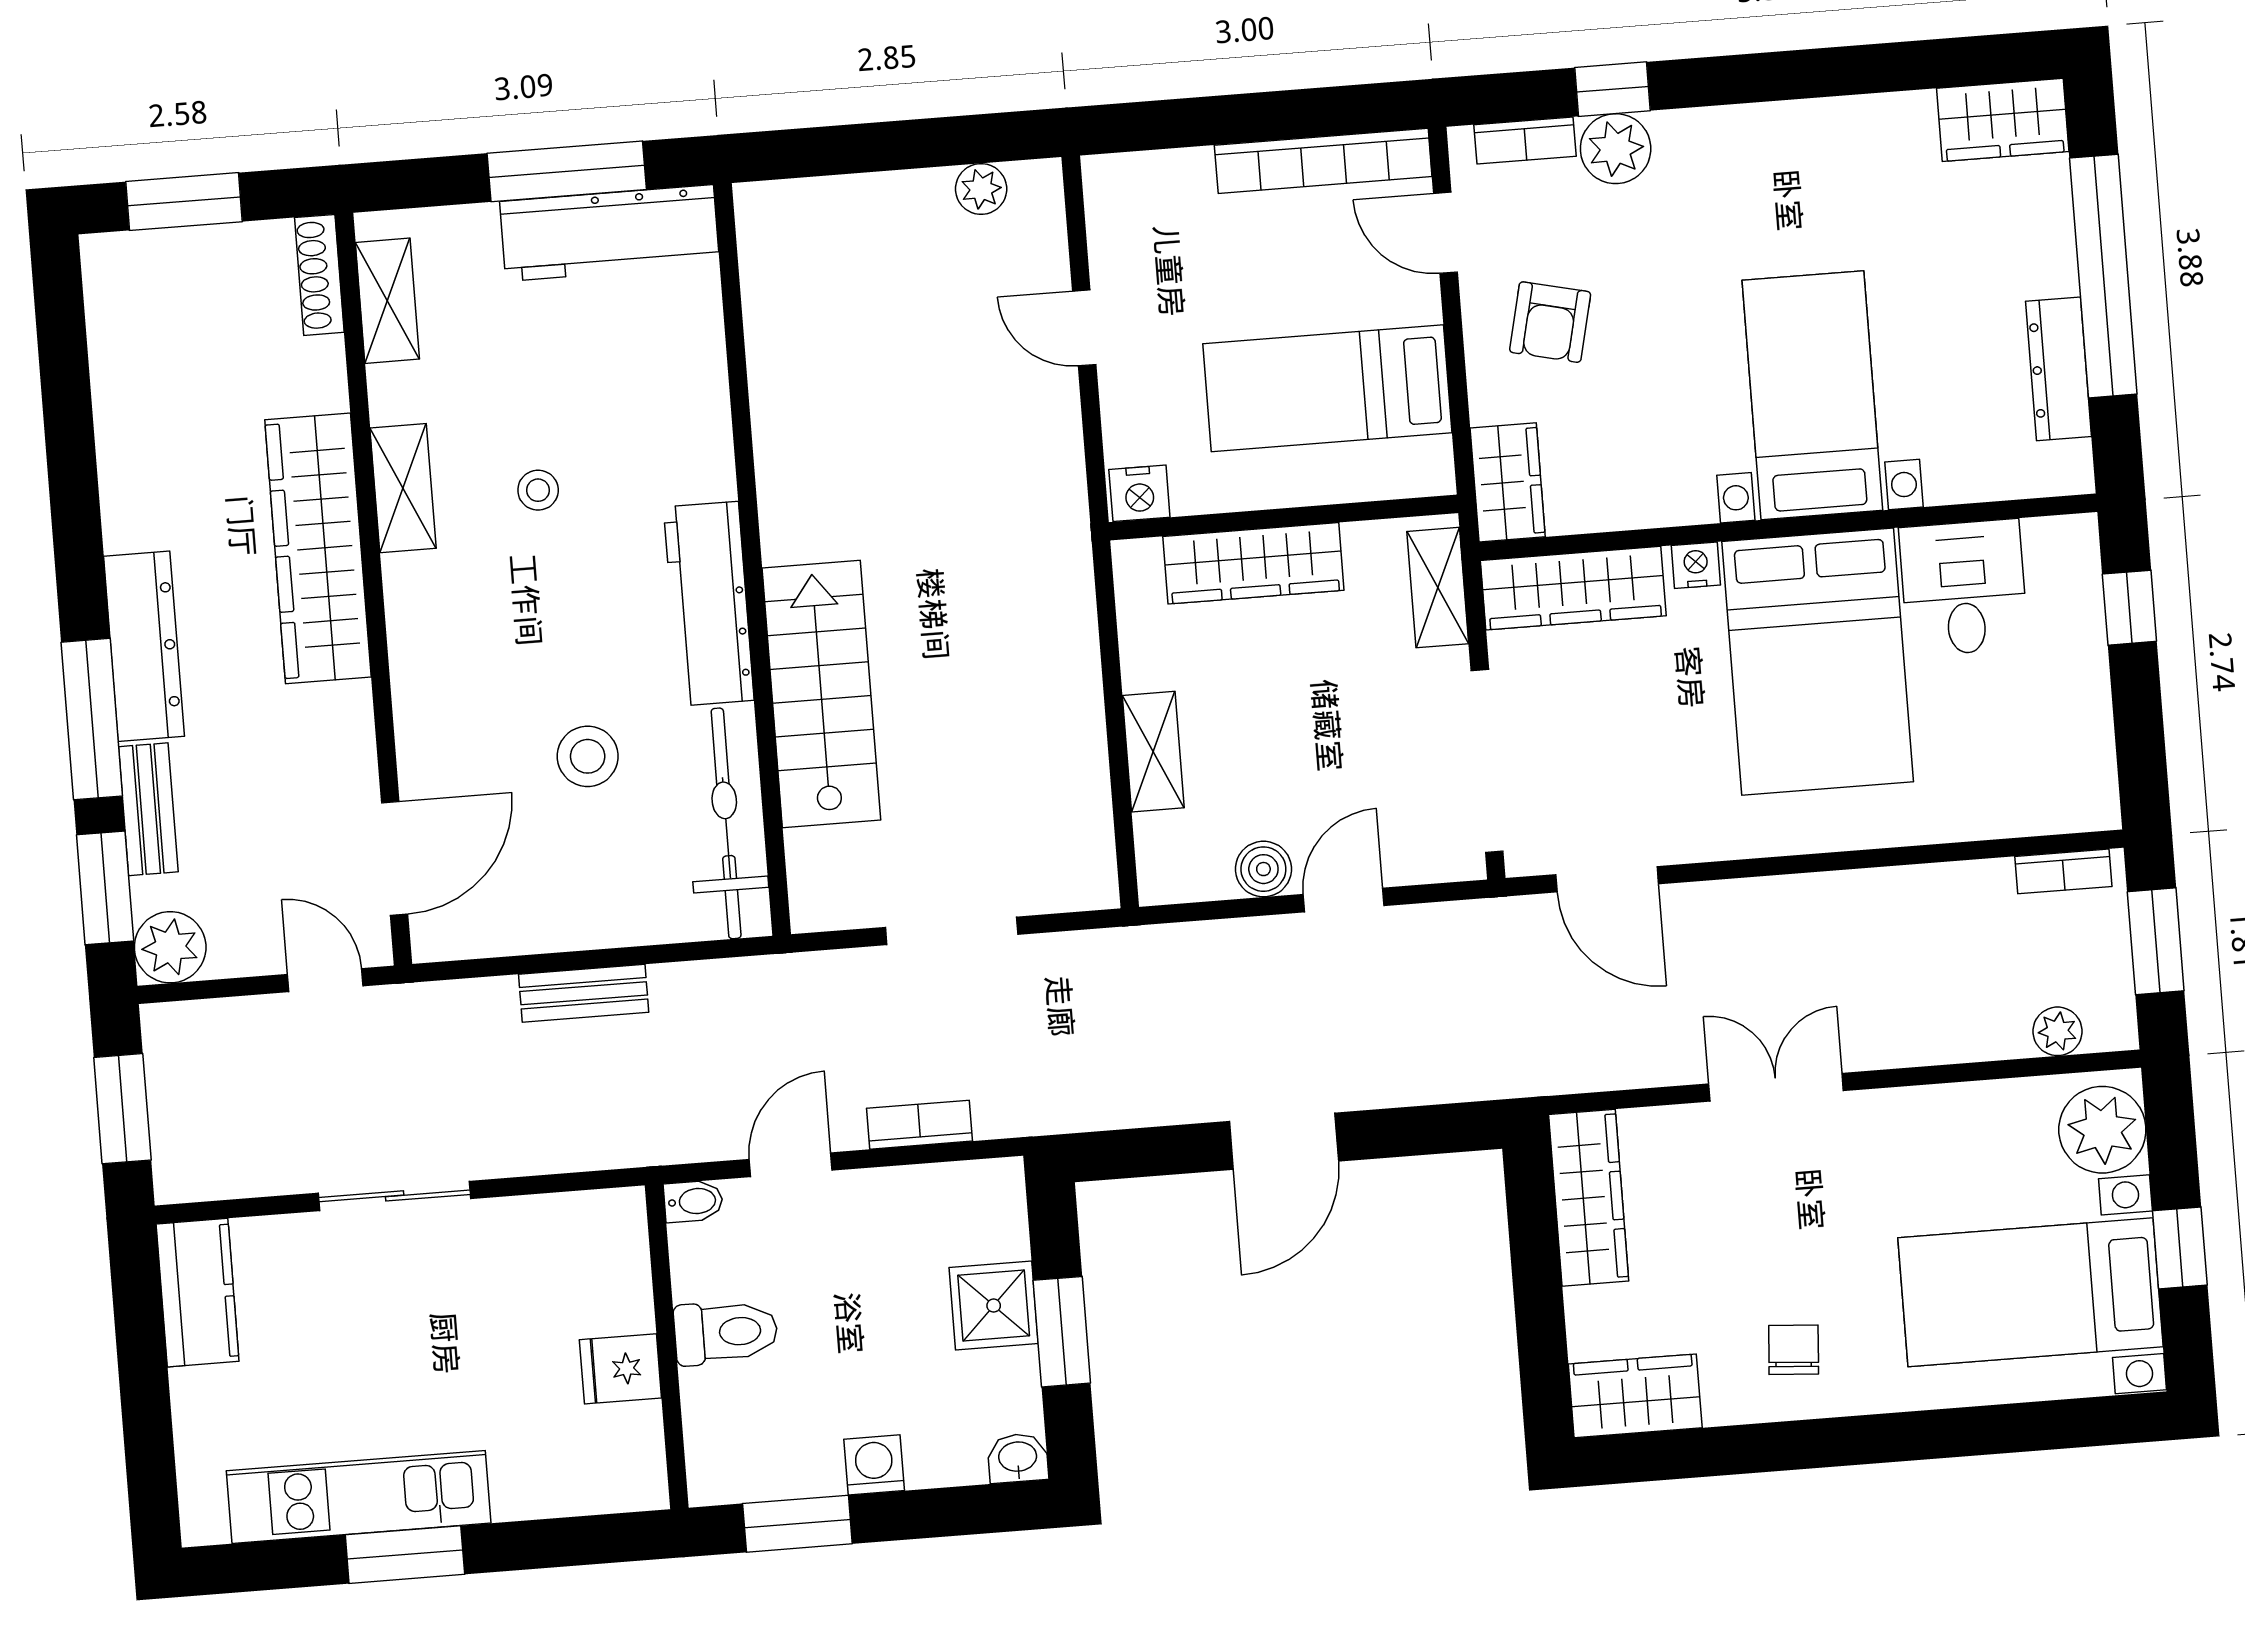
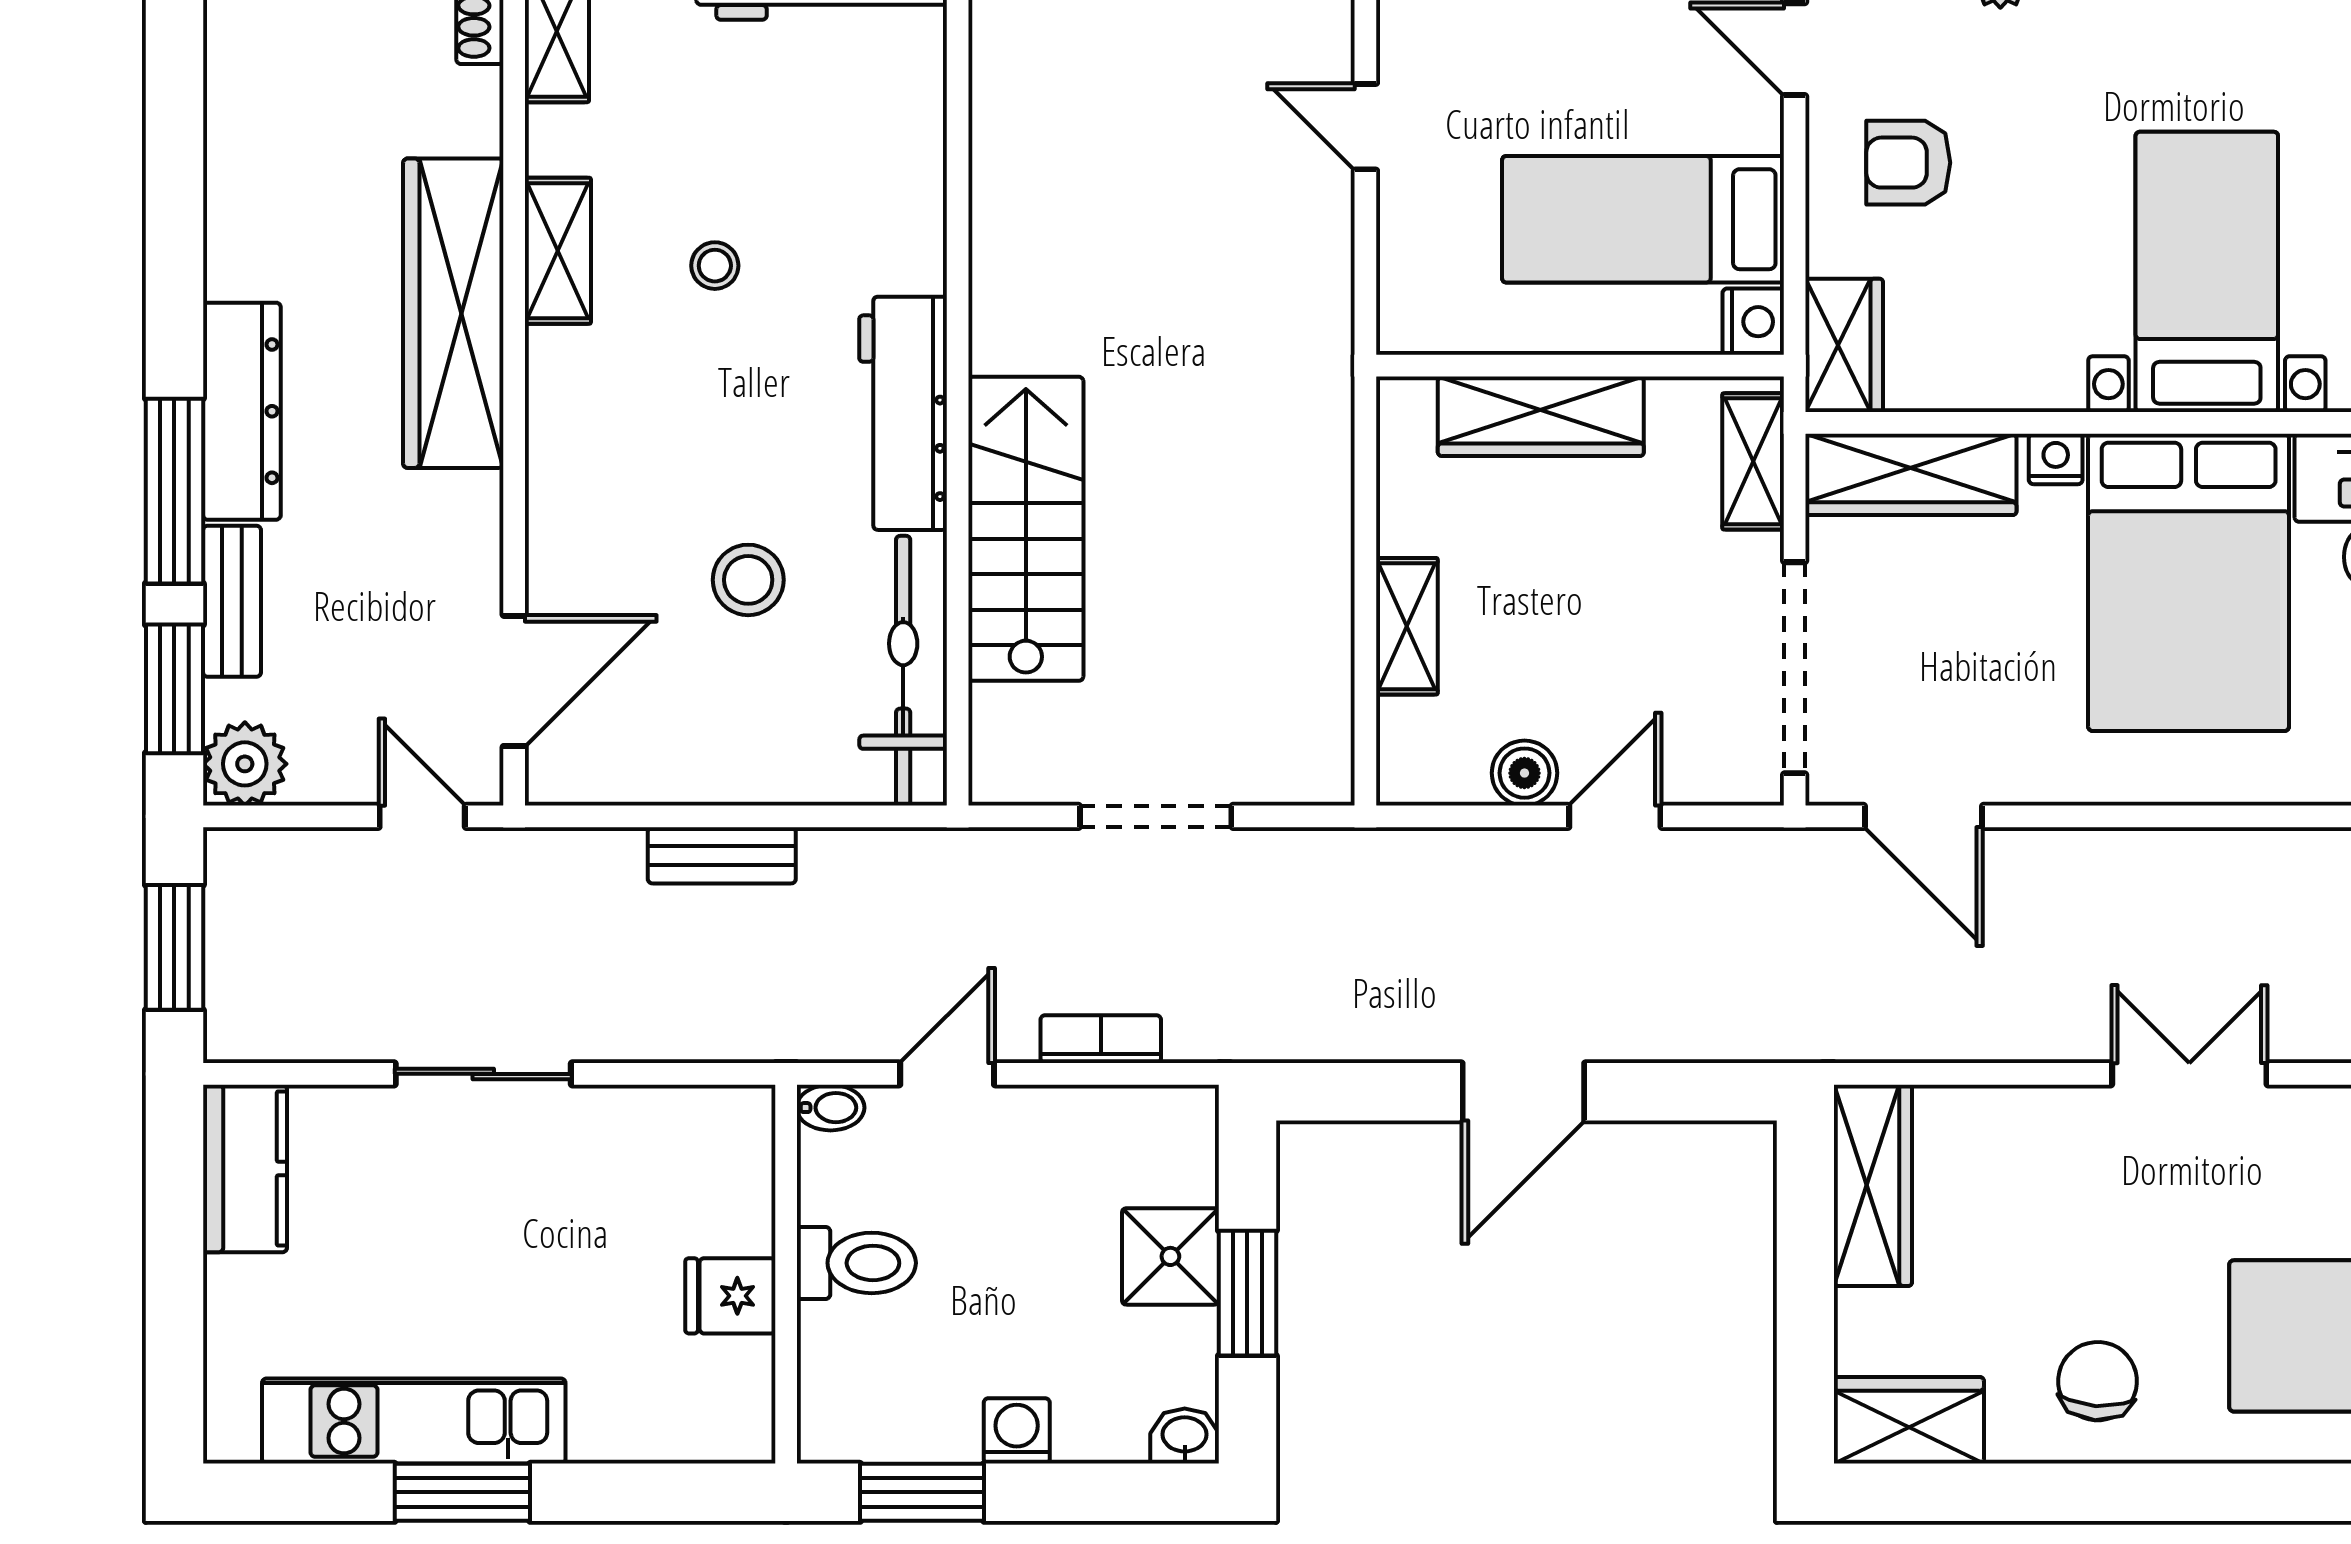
armchair: (1550, 322) -> (1908, 163), turned 77
nightstand: (1139, 493) -> (1753, 322), moved, turned -90
double door: (1776, 1087) -> (2189, 1074), moved
chair: (1794, 1350) -> (2098, 1381), width x1.37, depth x1.37

